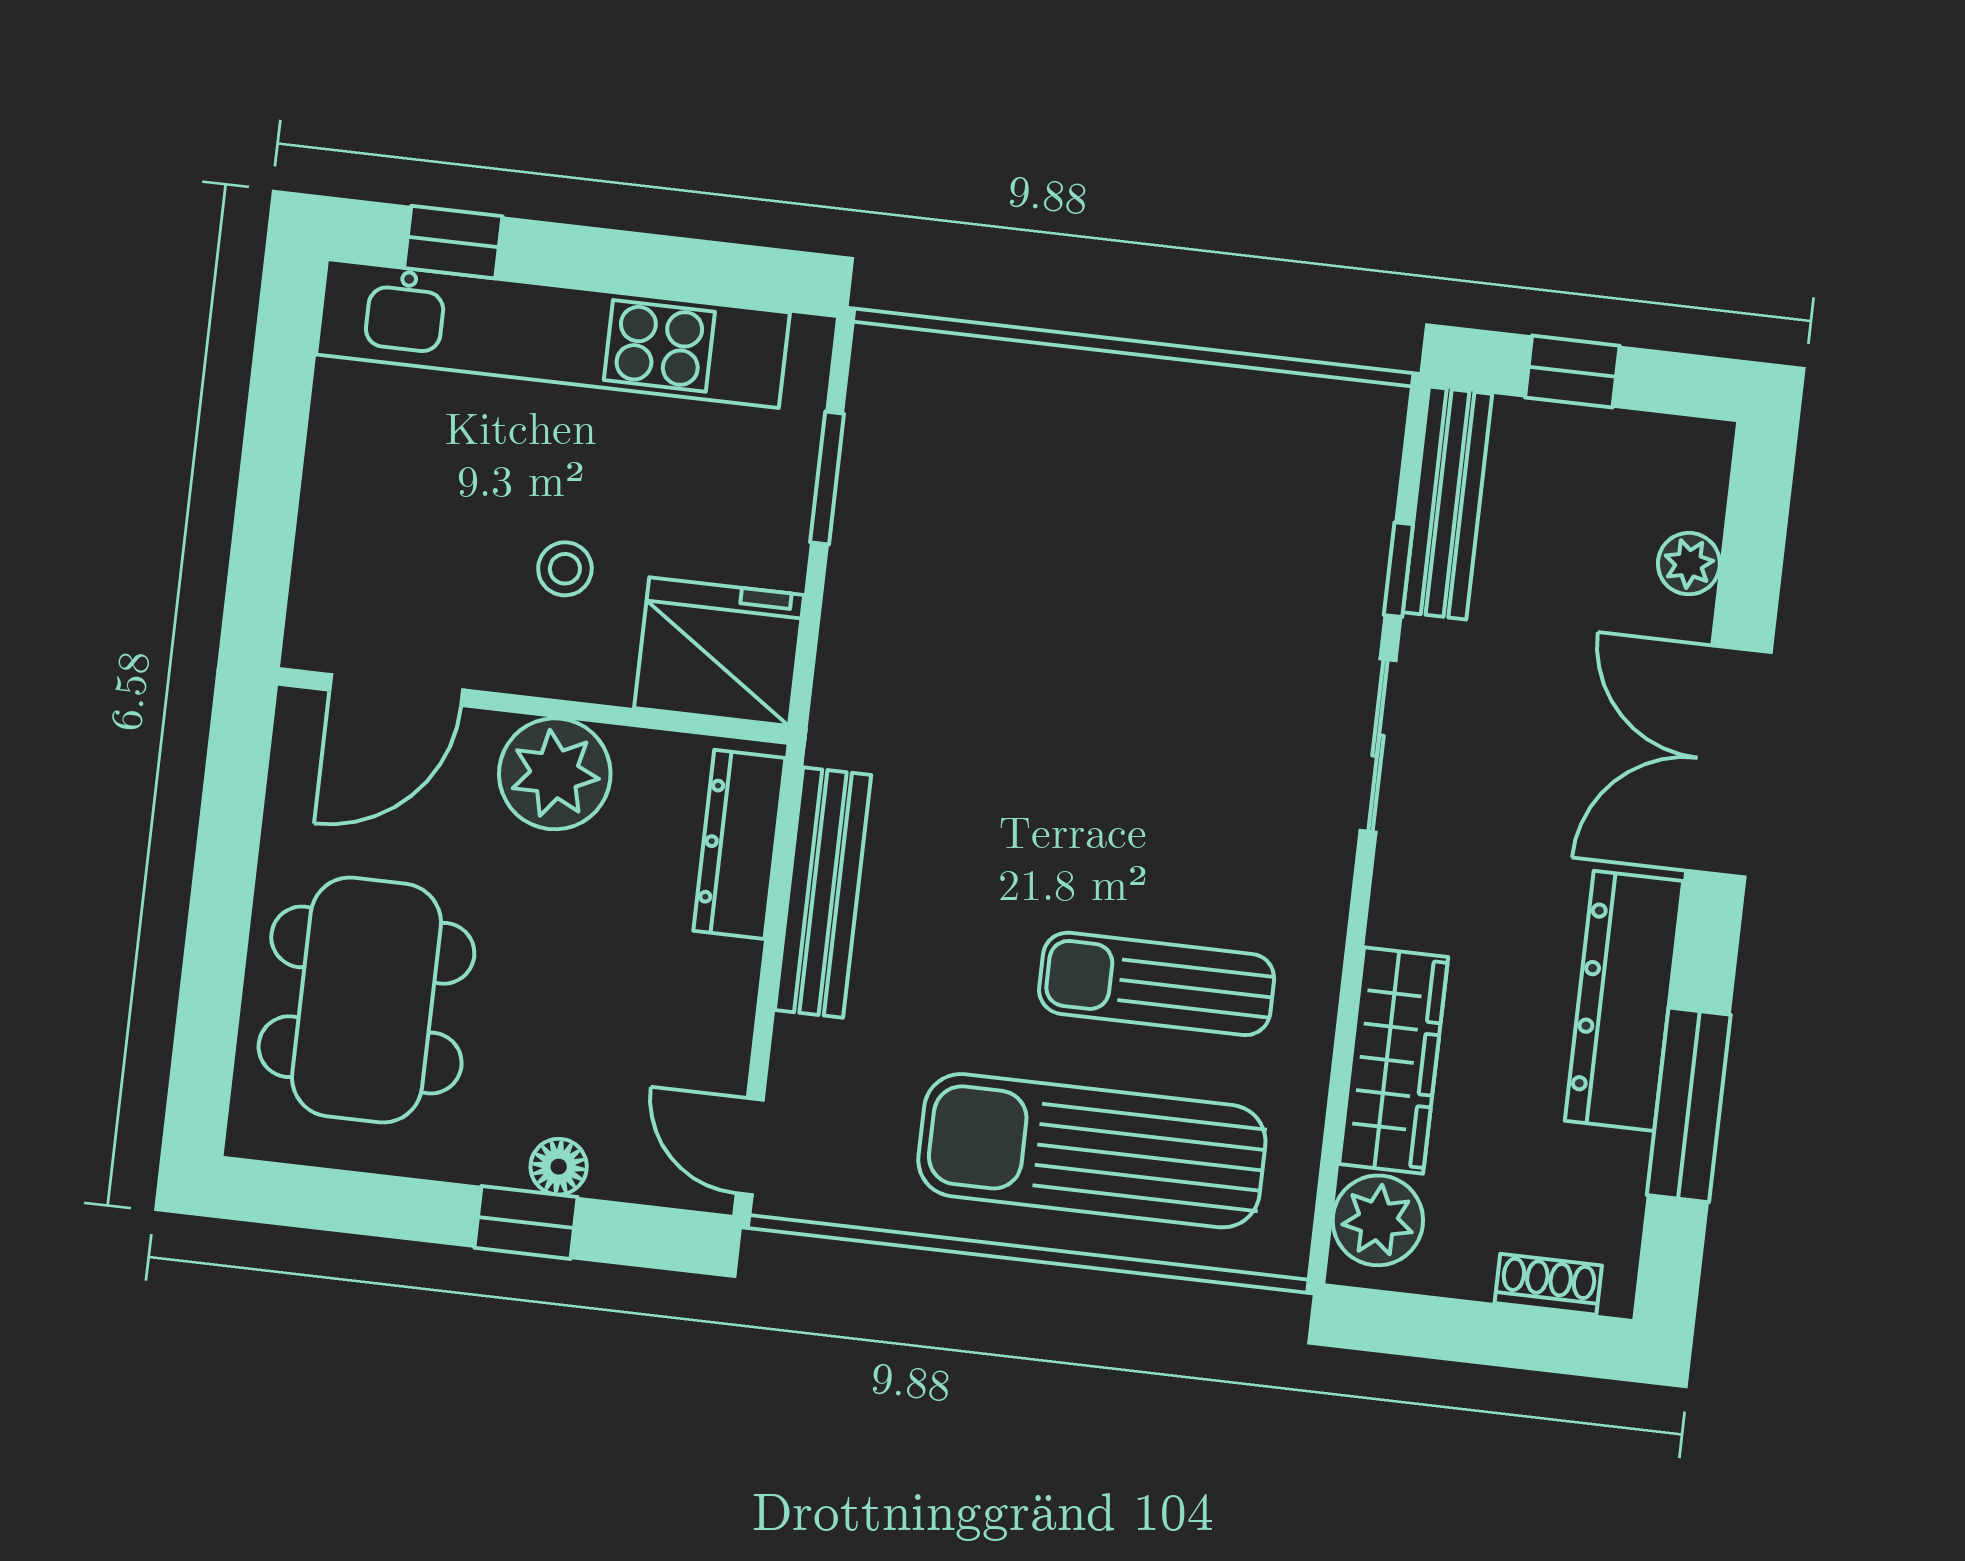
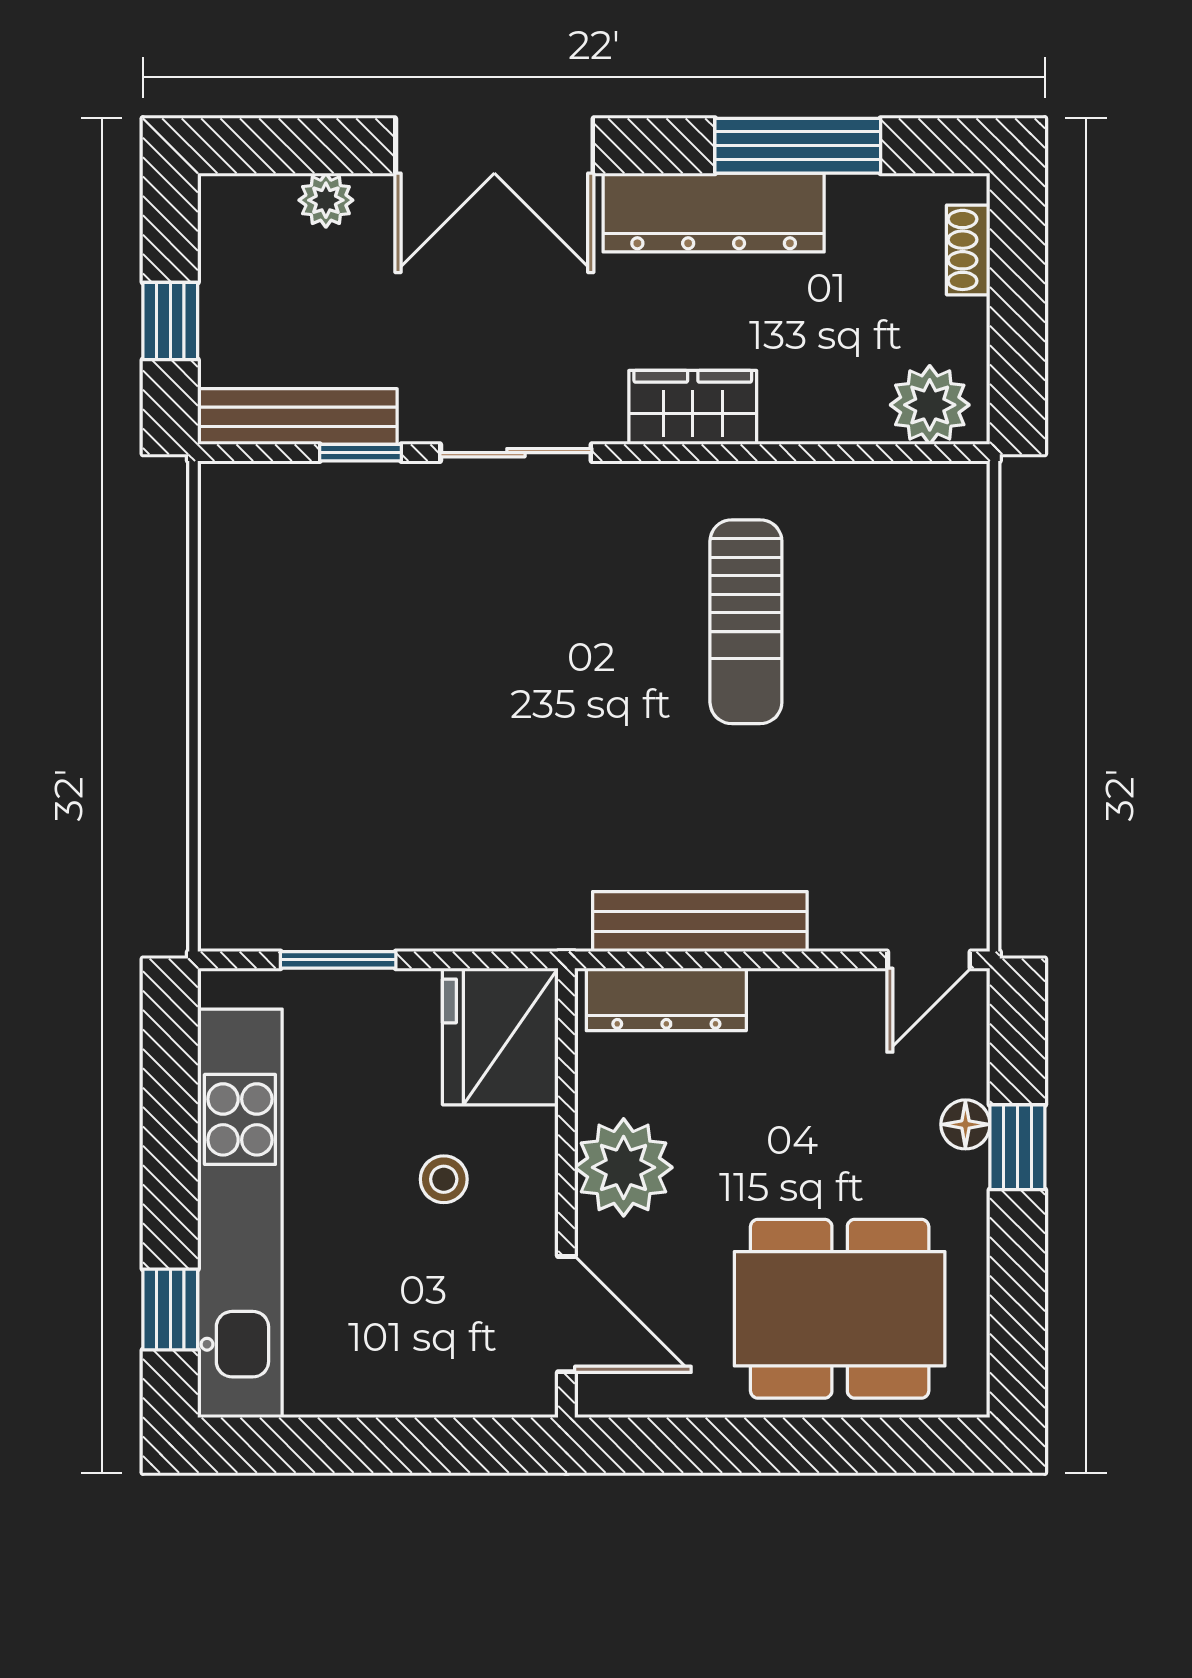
wardrobe: (1394, 1061) -> (693, 407), moved, width x0.67
sun lounger: (1092, 1151) -> (898, 661), removed

